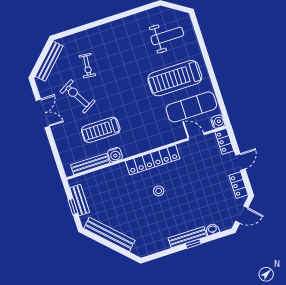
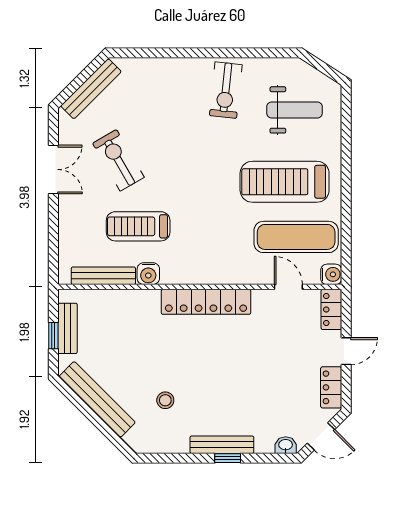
exercise bike: (87, 66) -> (226, 90), moved, width x1.38, depth x1.39
stool: (159, 191) -> (165, 400), moved
washbasin: (212, 229) -> (286, 445), moved

